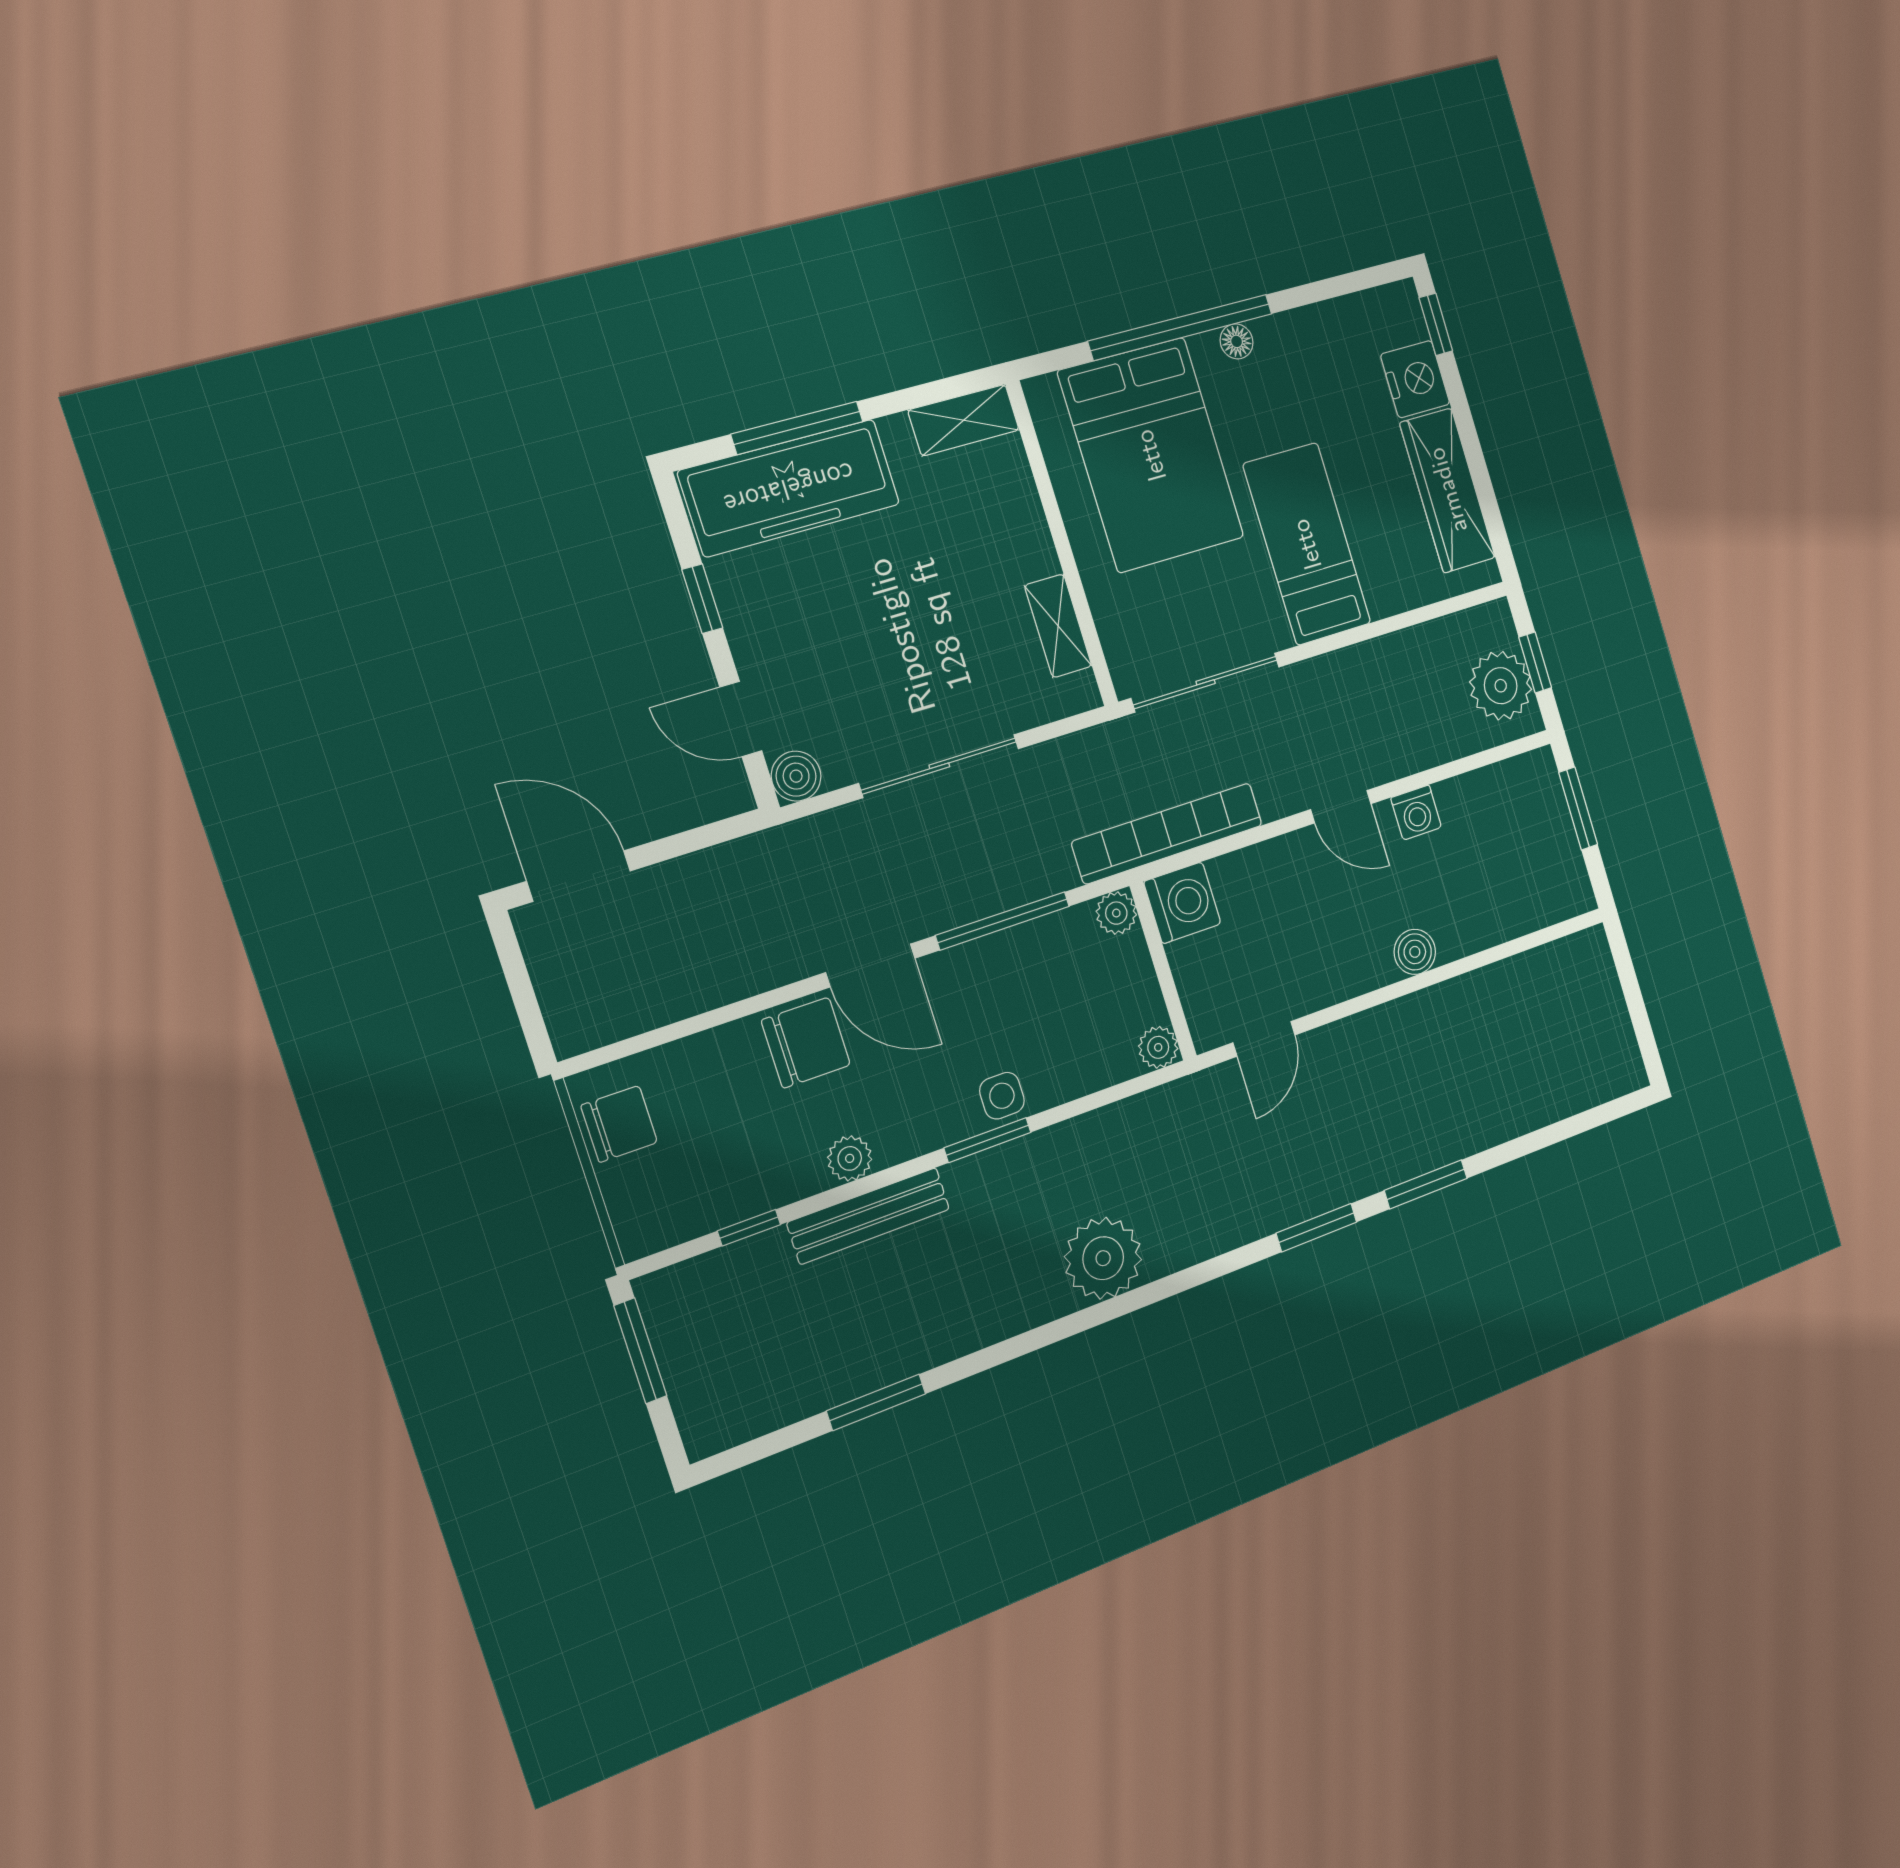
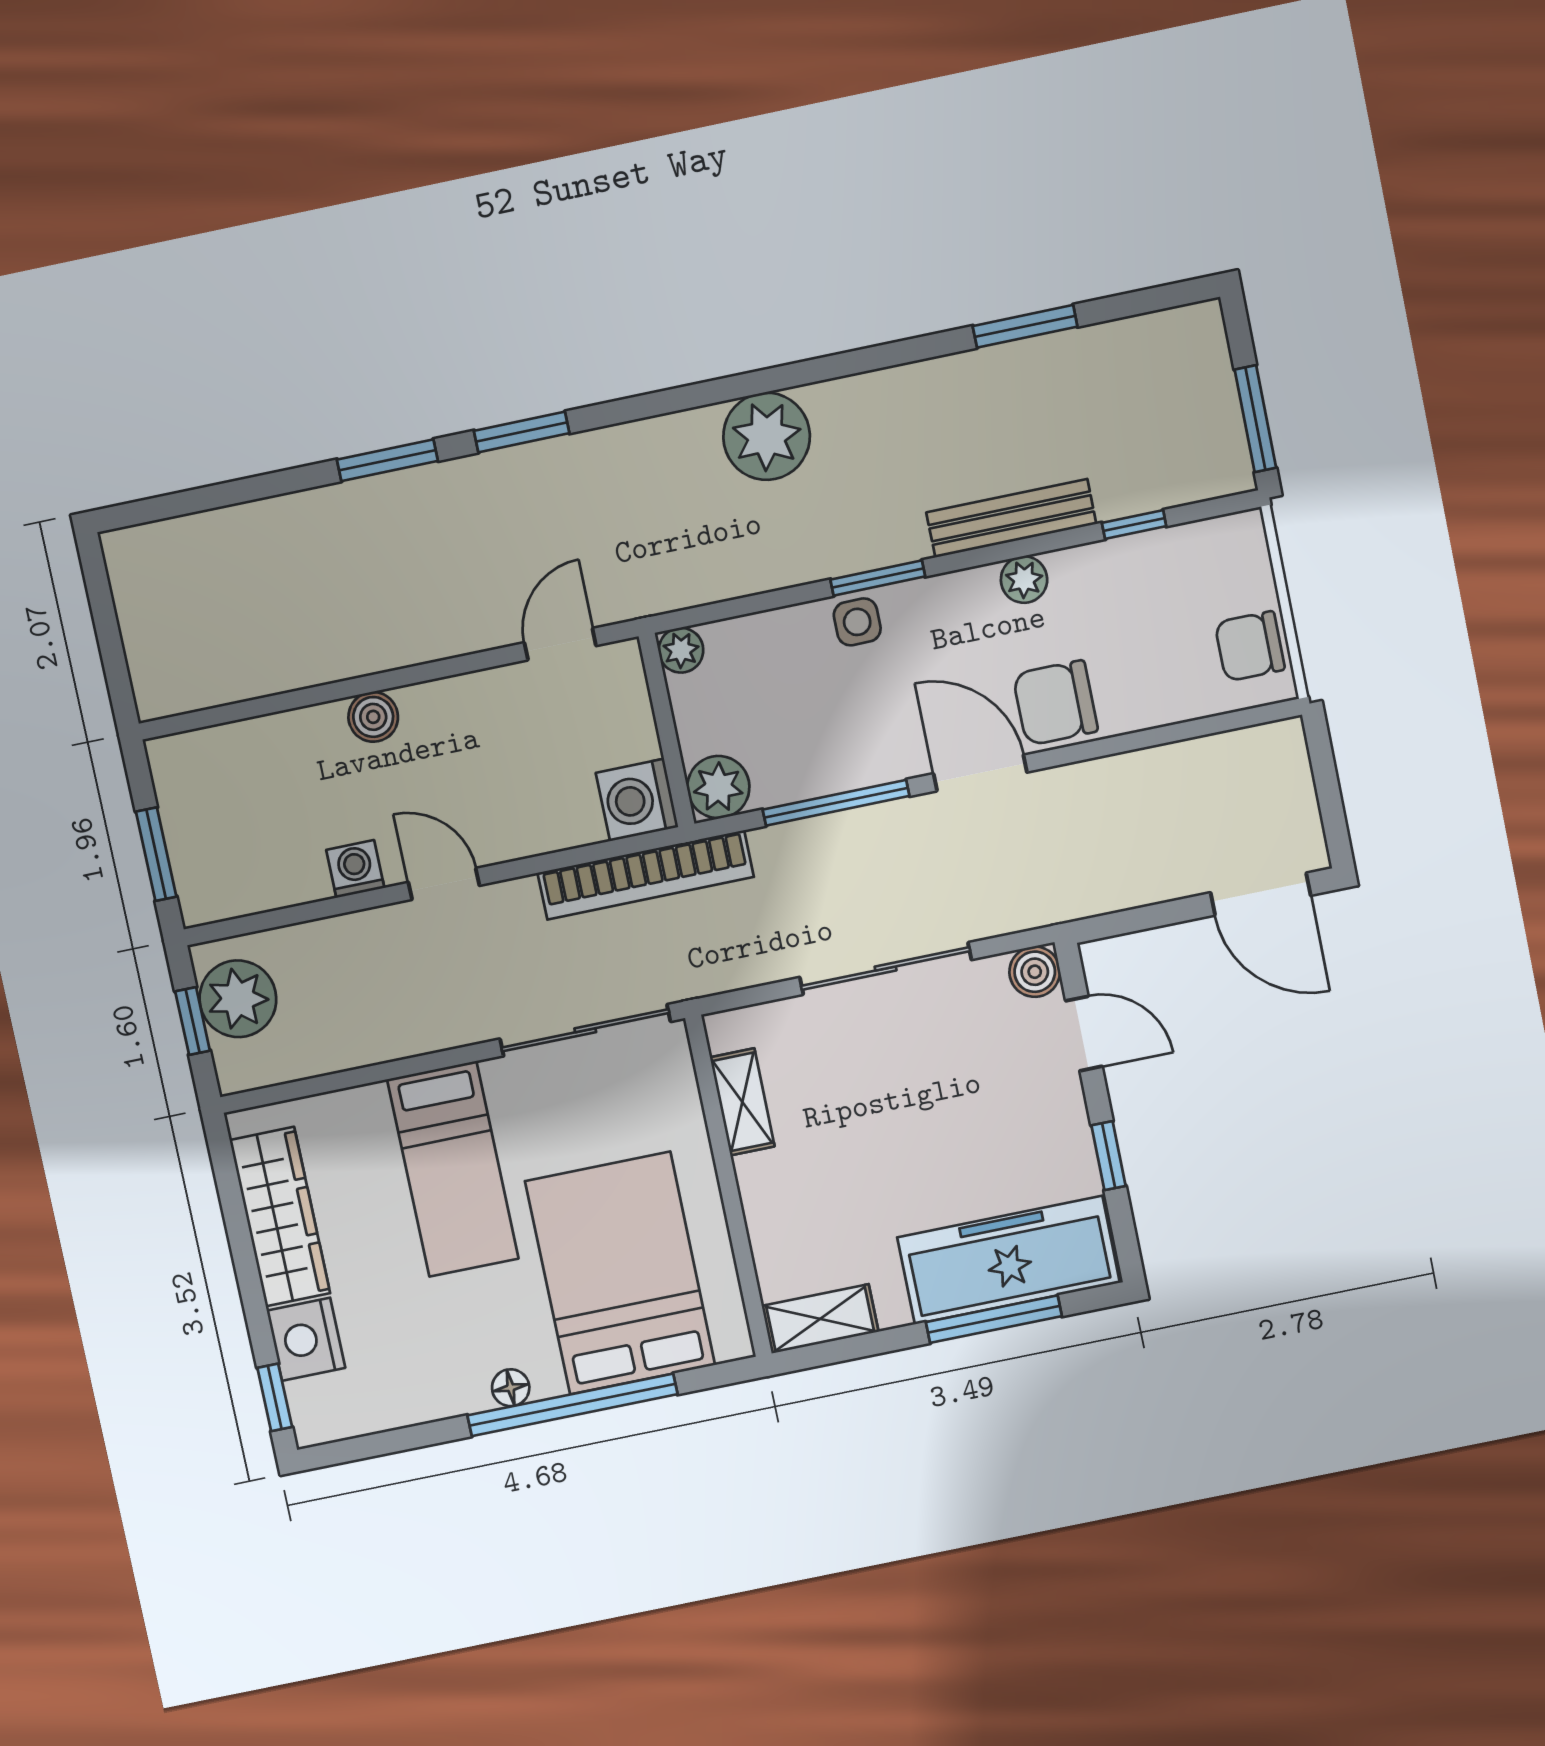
plant: (1116, 913) -> (718, 787), width x1.38, depth x1.38

